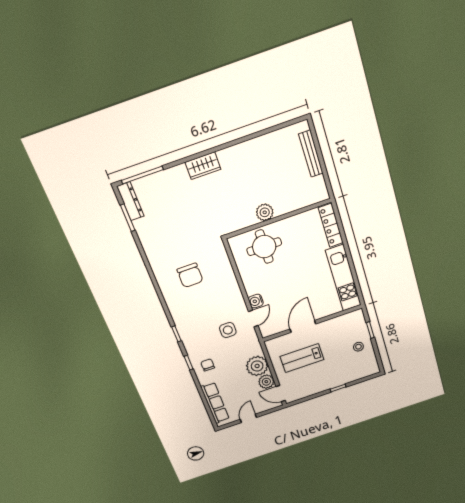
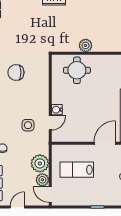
chair: (190, 275) -> (16, 72), turned 90
door: (303, 326) -> (105, 143), moved

